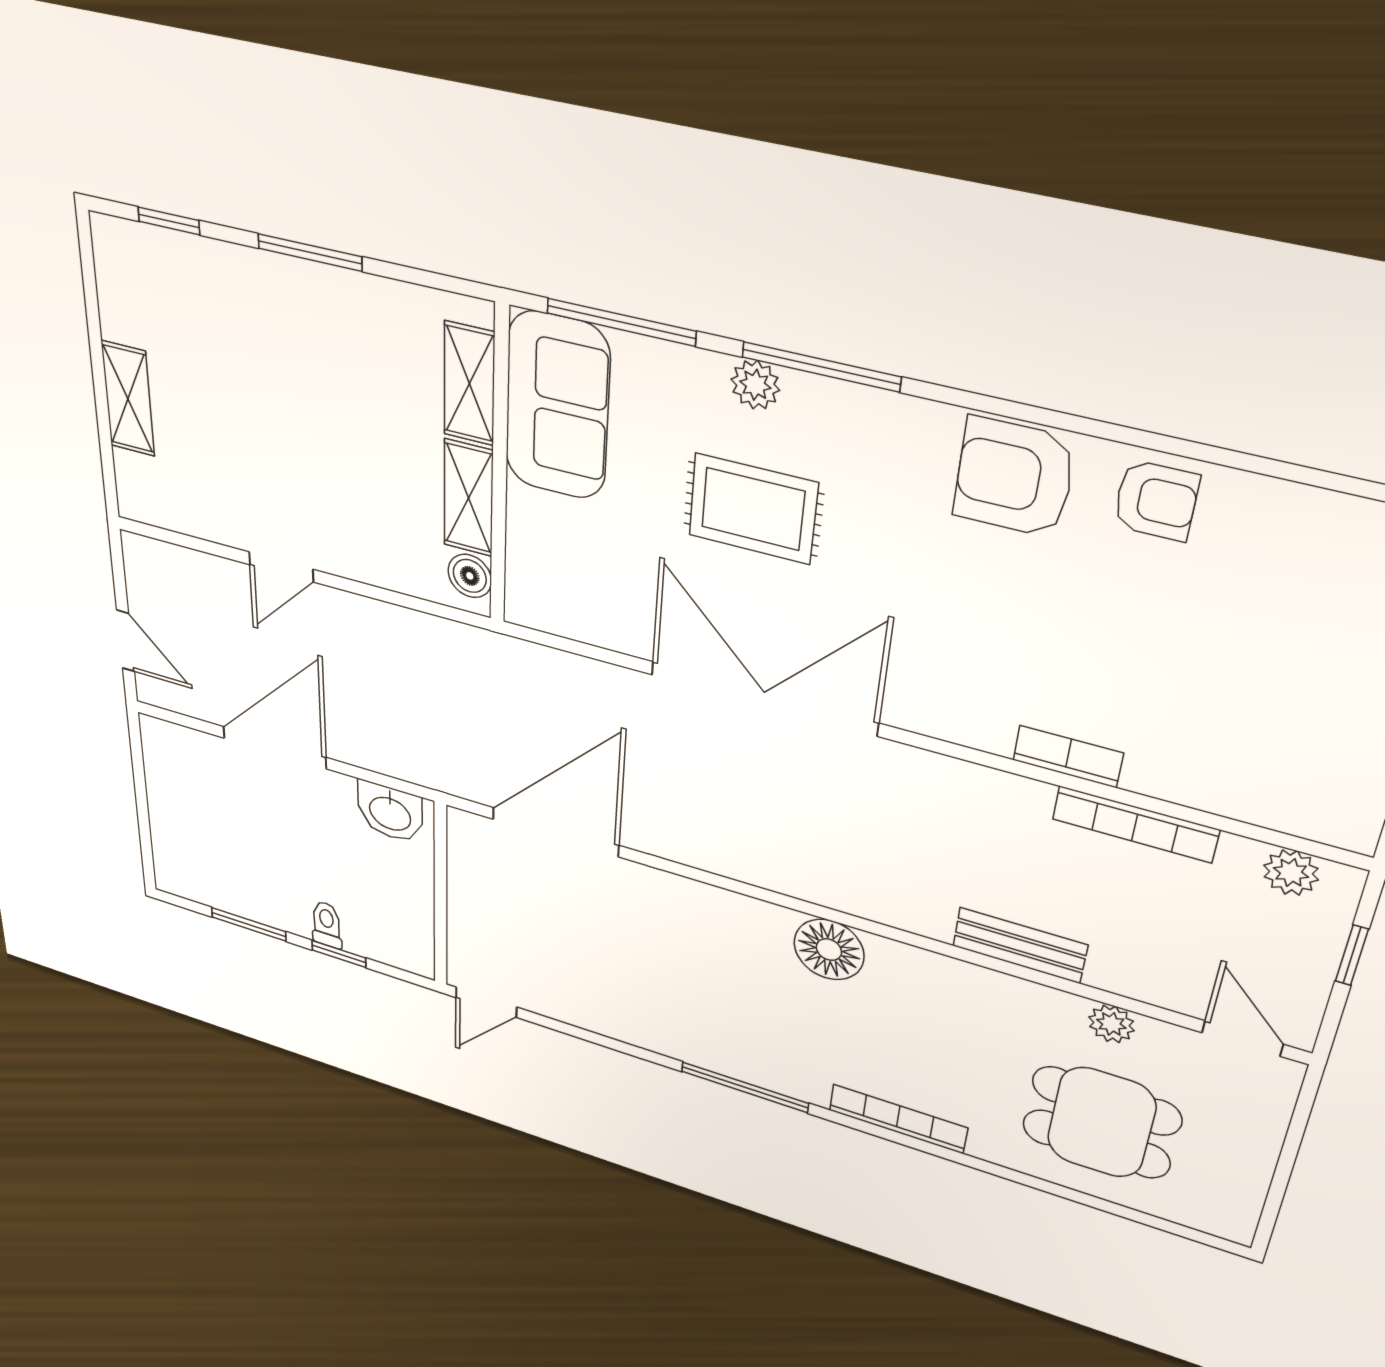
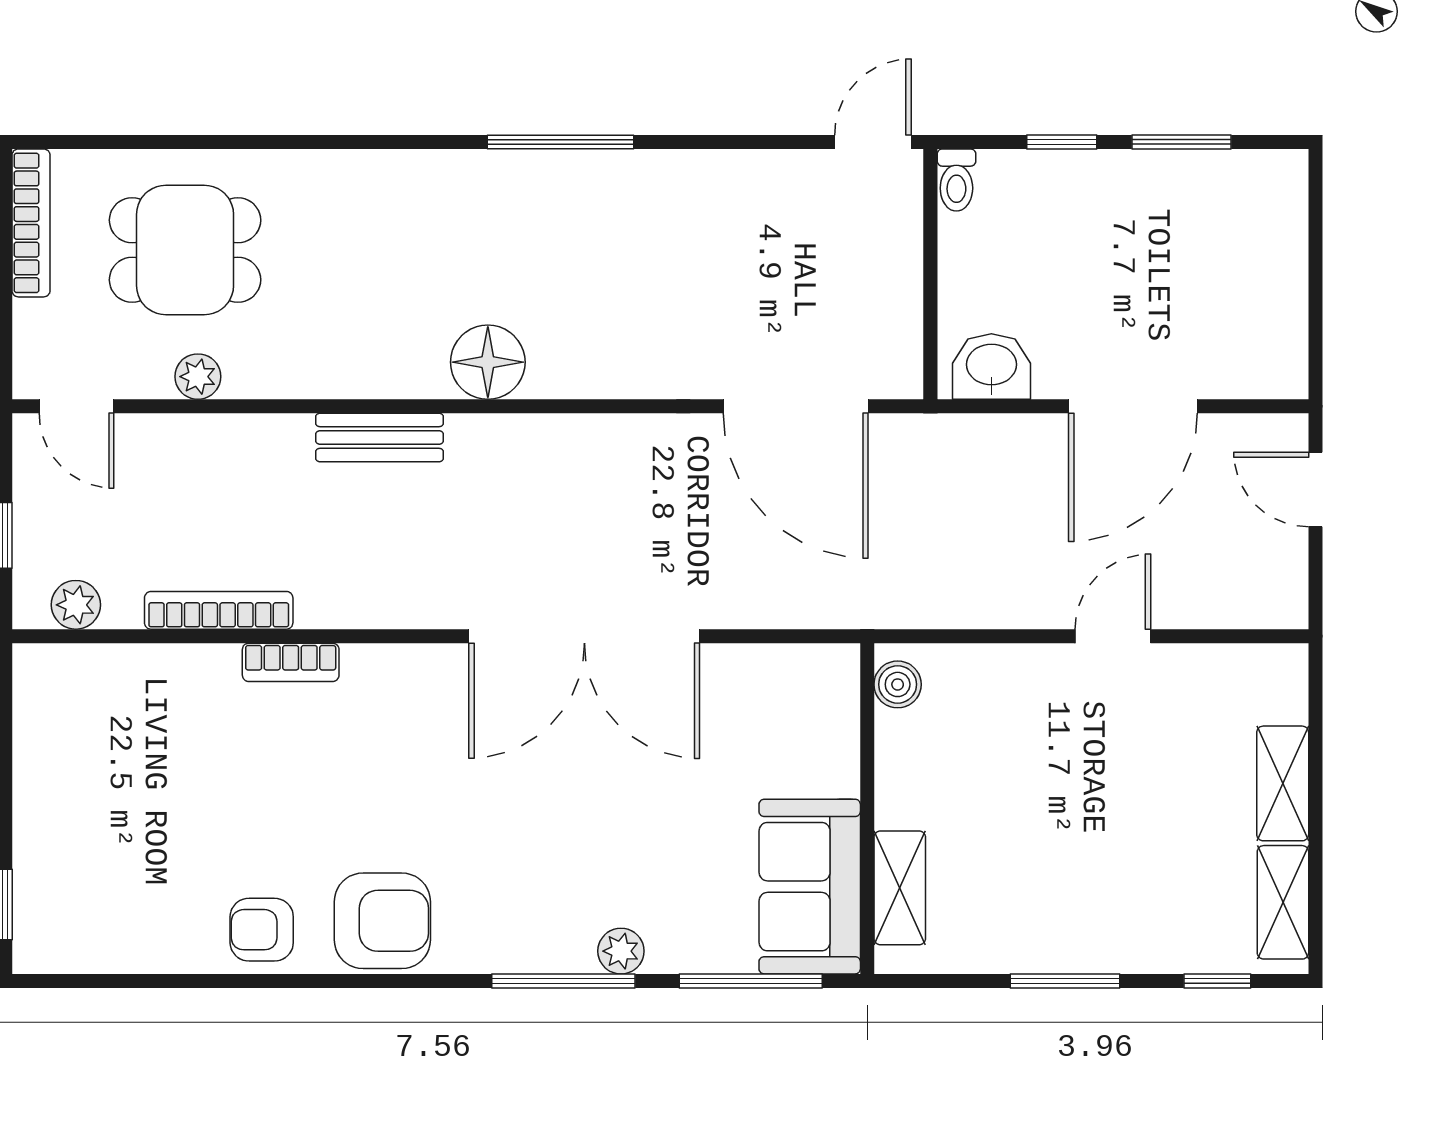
shelving: (468, 498) -> (1283, 902), moved
rug: (753, 509) -> (613, 832), removed
door: (555, 832) -> (796, 406), hinge flipped
toilet: (327, 924) -> (956, 180), moved
bench: (1020, 945) -> (380, 438), moved
bookcase: (898, 1119) -> (31, 223), moved, turned -90

